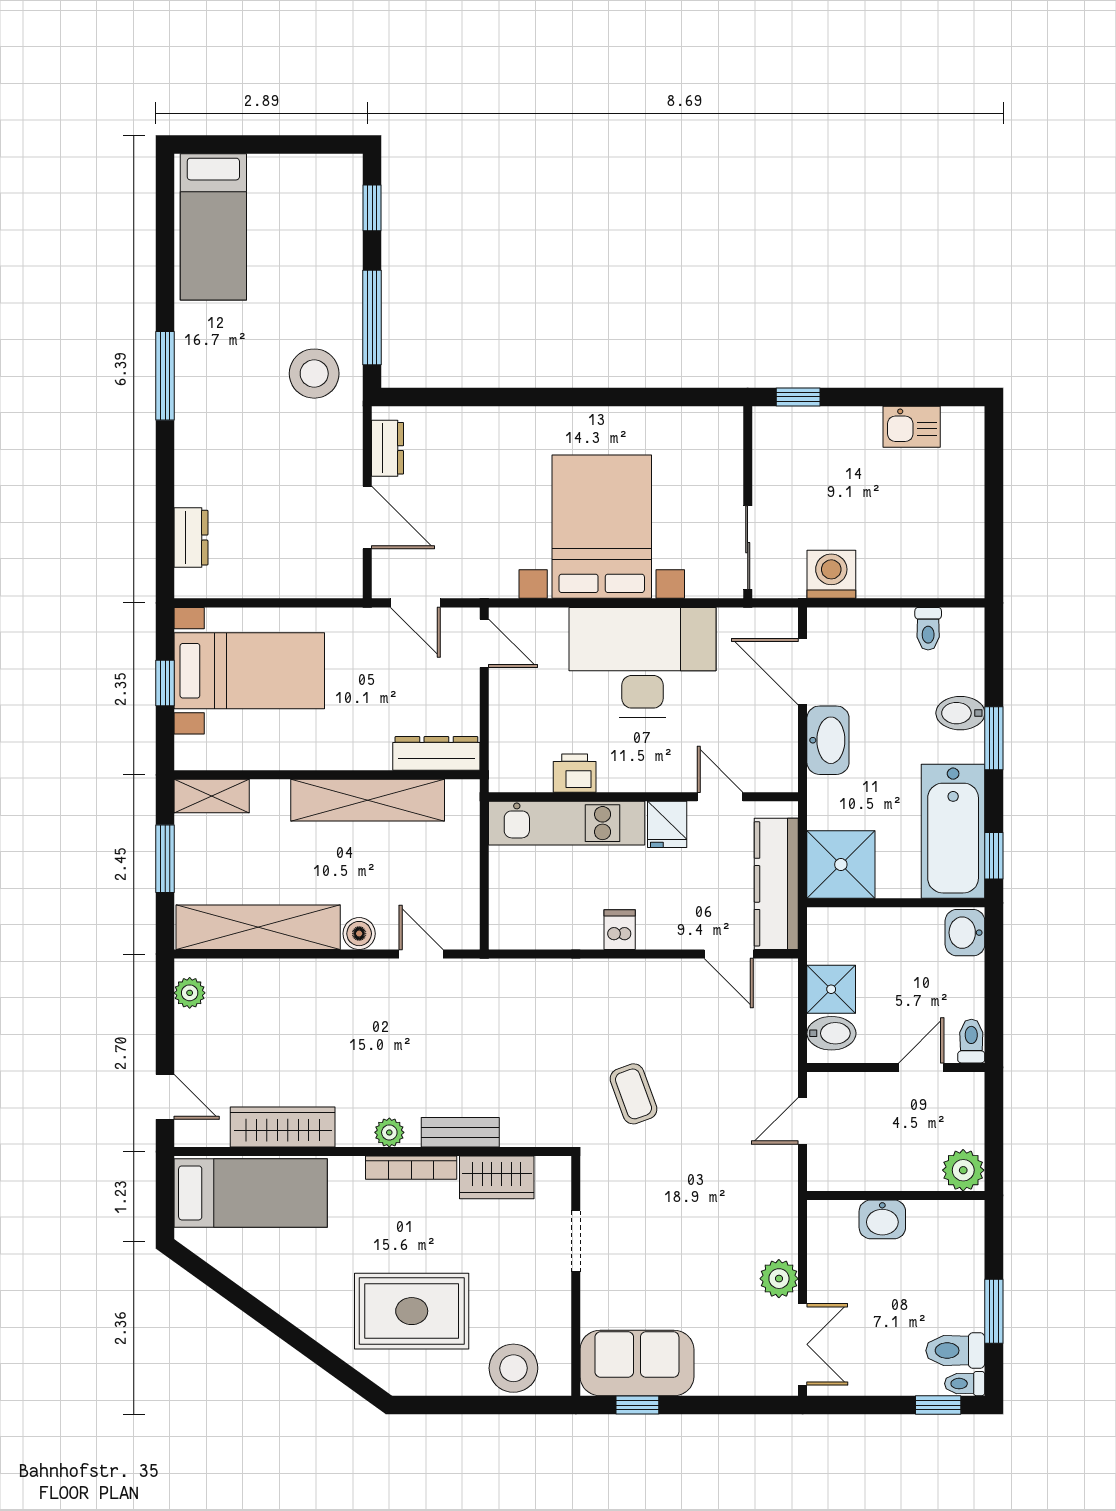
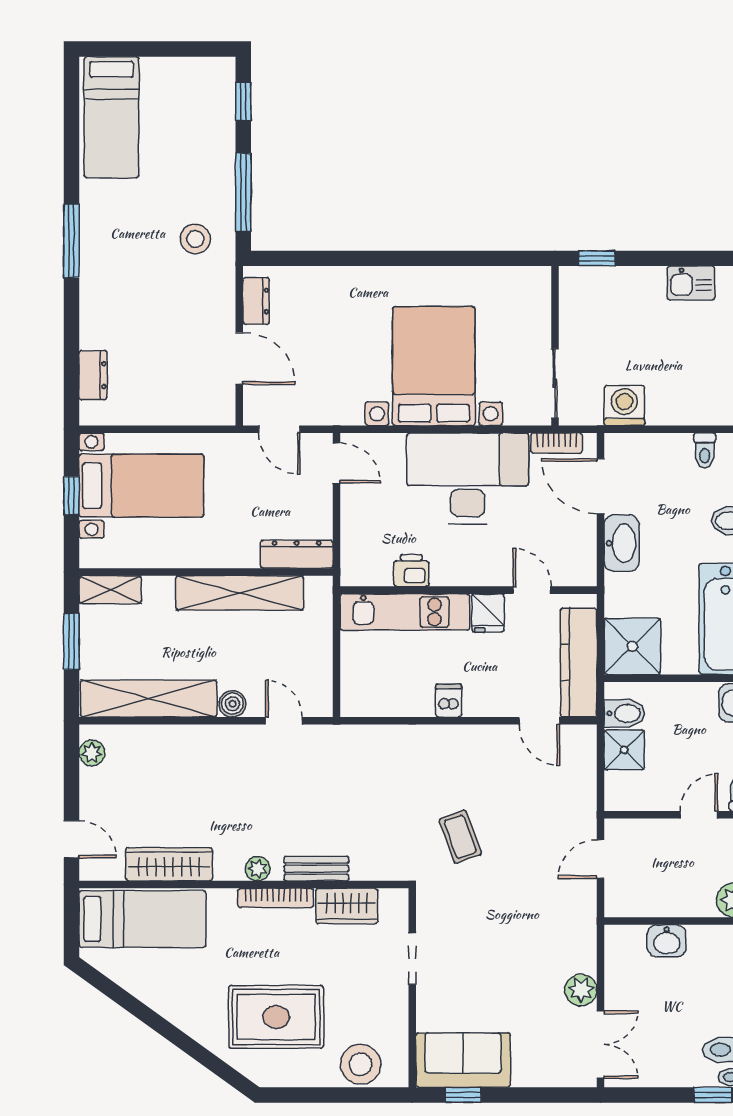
stool: (314, 374) -> (195, 239), width x0.73, depth x0.73
bookcase: (750, 620) -> (557, 443), added
bidet: (831, 1033) -> (624, 713), moved

